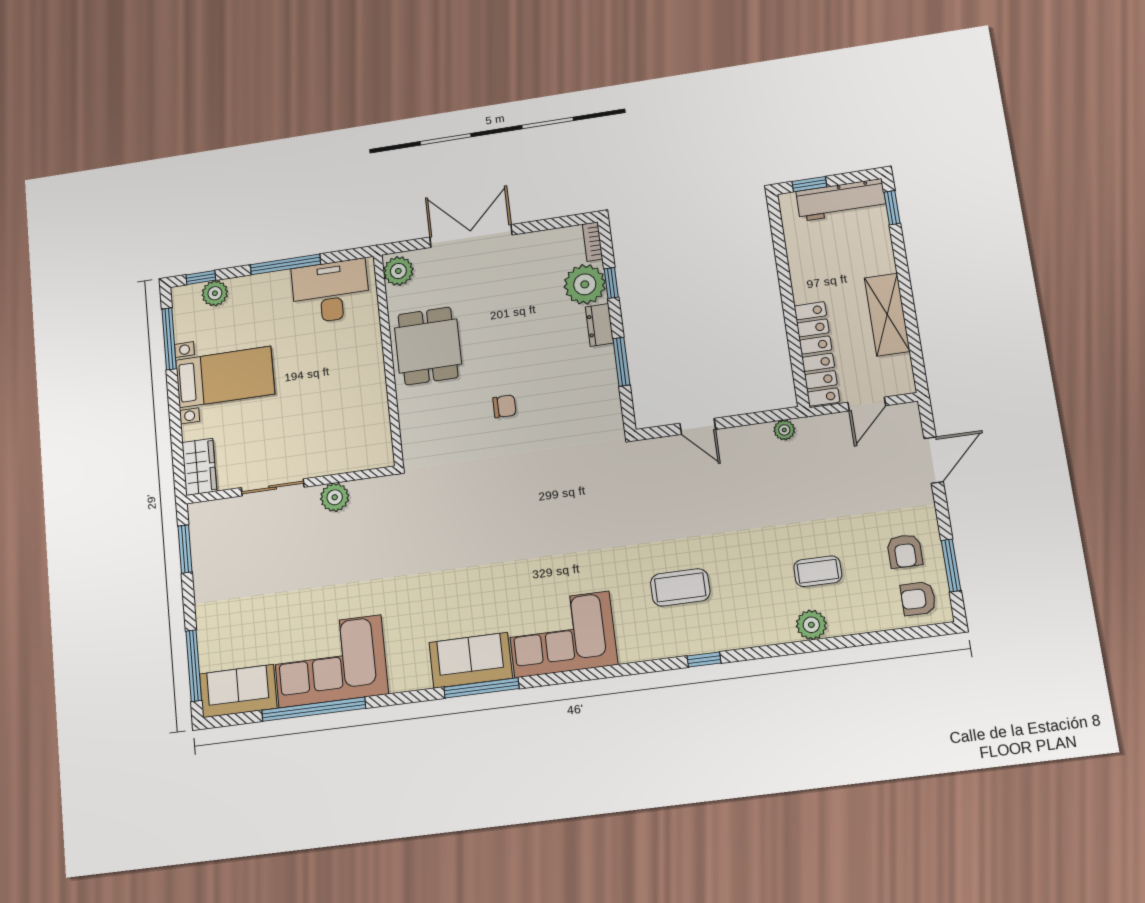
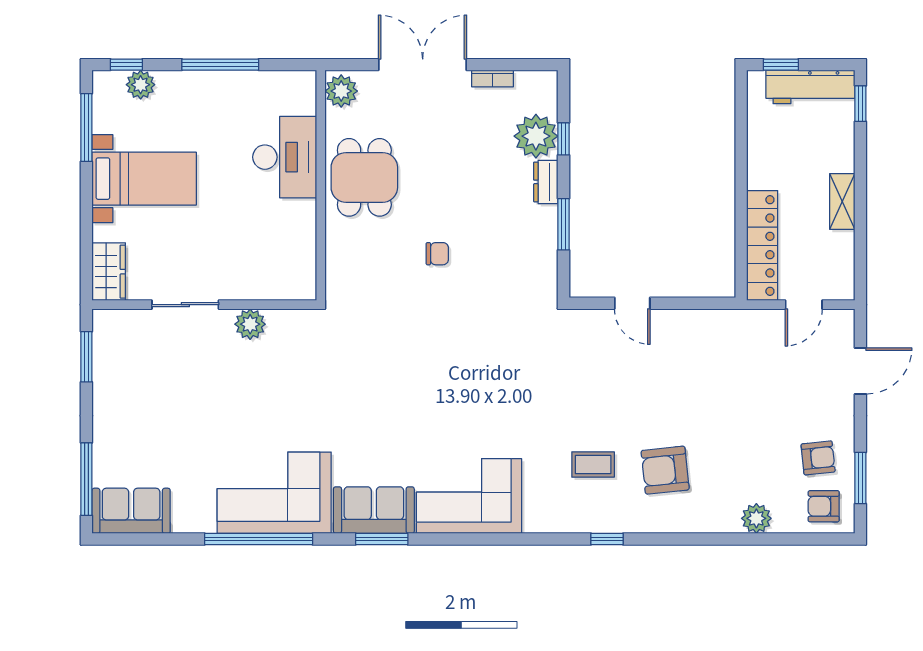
bookcase: (593, 242) -> (493, 79), moved, turned -90
desk: (331, 292) -> (285, 157), moved, turned 90
shelving: (887, 315) -> (842, 201), width x0.67, depth x0.75
plant: (784, 430) -> (718, 319), removed
armchair: (905, 551) -> (818, 458), turned -96
coffee table: (818, 571) -> (731, 466), removed
armchair: (753, 584) -> (665, 470), added
coffee table: (680, 587) -> (593, 465), width x0.73, depth x0.77
plant: (811, 625) -> (756, 518), moved
corner sofa: (330, 661) -> (274, 493), moved
window: (481, 688) -> (382, 539), width x0.69
window: (314, 709) -> (259, 539), moved

